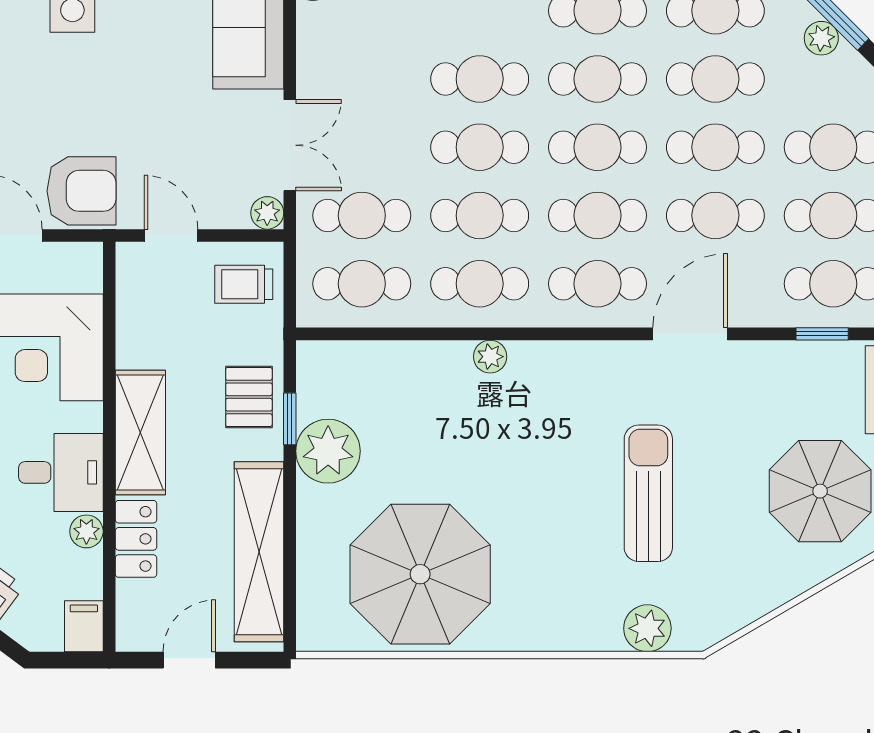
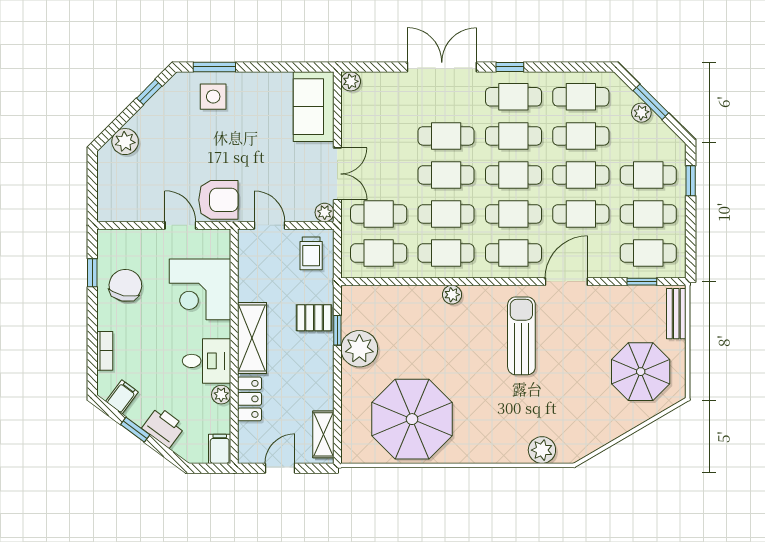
trolley: (244, 284) -> (311, 253), turned -90
pallet: (249, 397) -> (314, 318), turned 90
sun lounger: (648, 493) -> (521, 336), moved
shelving: (259, 552) -> (323, 434), width x0.45, depth x0.75

